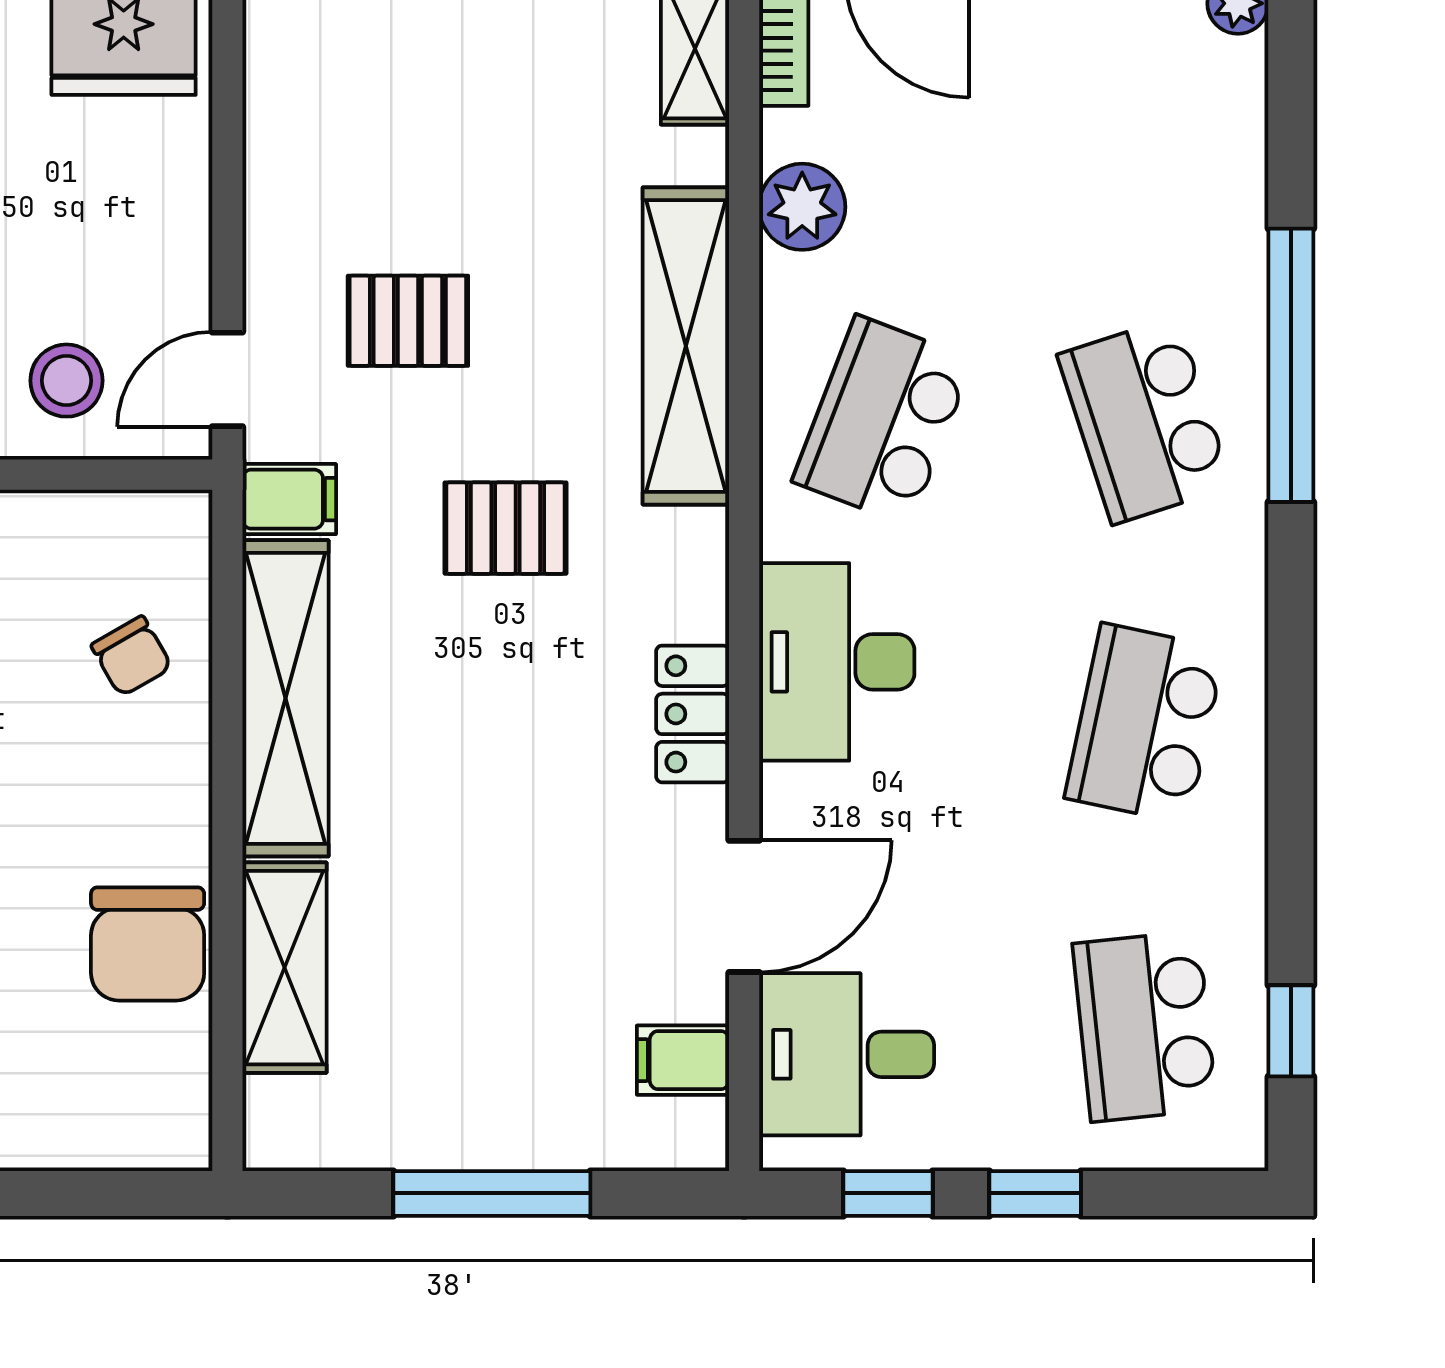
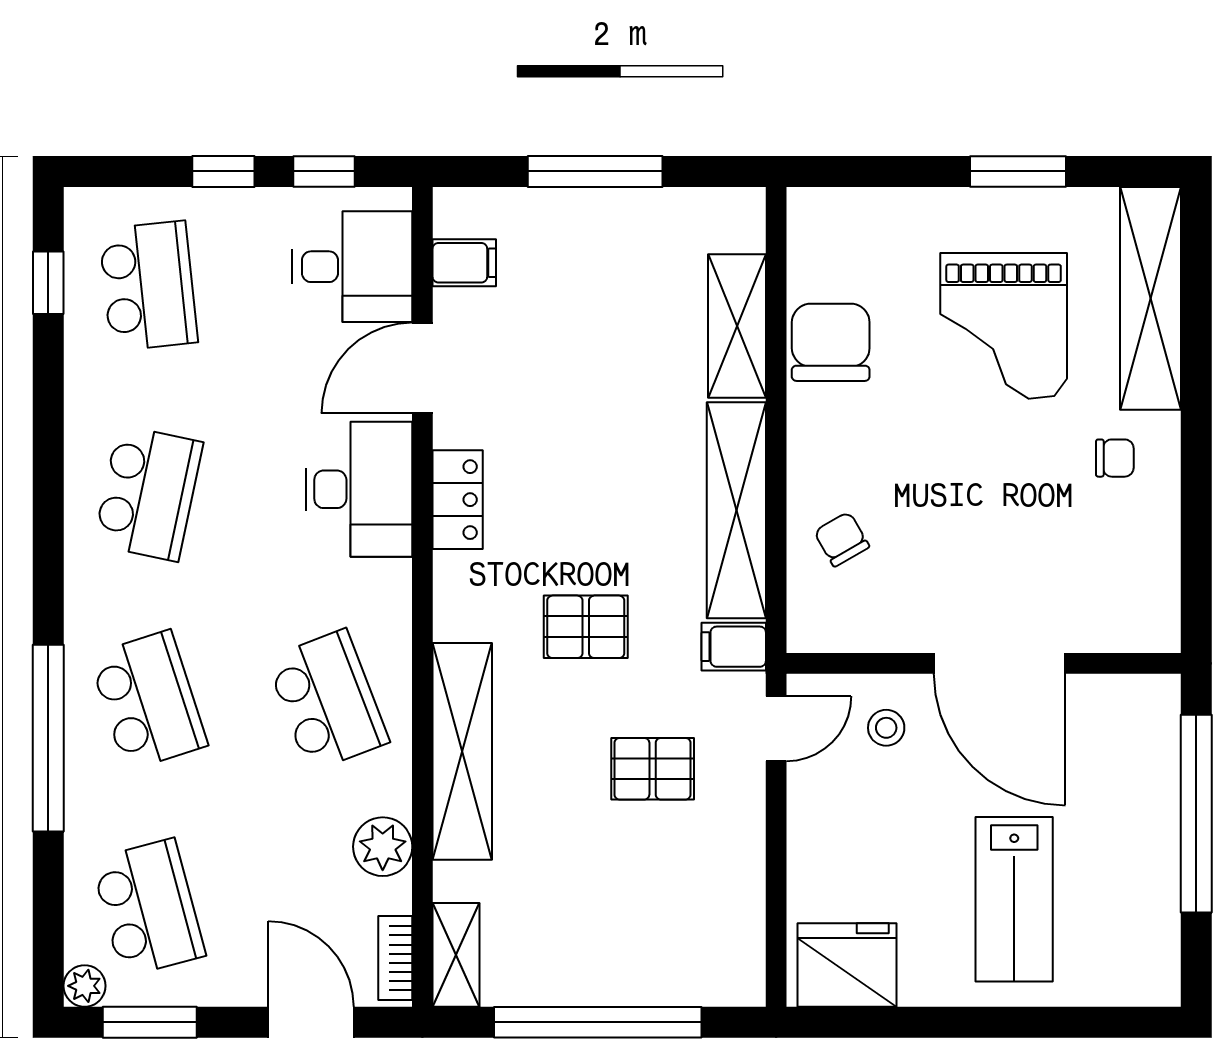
school desk: (1145, 118) -> (148, 908), added
stool: (66, 381) -> (886, 728), width x0.73, depth x0.73
school desk: (883, 420) -> (328, 700), turned -42
desk: (837, 662) -> (359, 489), moved

